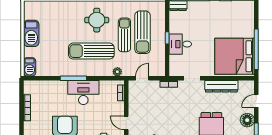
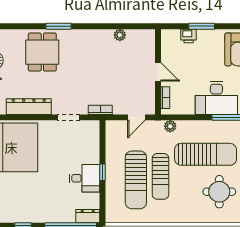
round table: (97, 20) -> (219, 192), moved
sun lounger: (143, 32) -> (136, 180), turned 180
desk: (180, 44) -> (85, 178), moved
door: (126, 123) -> (158, 72), moved

